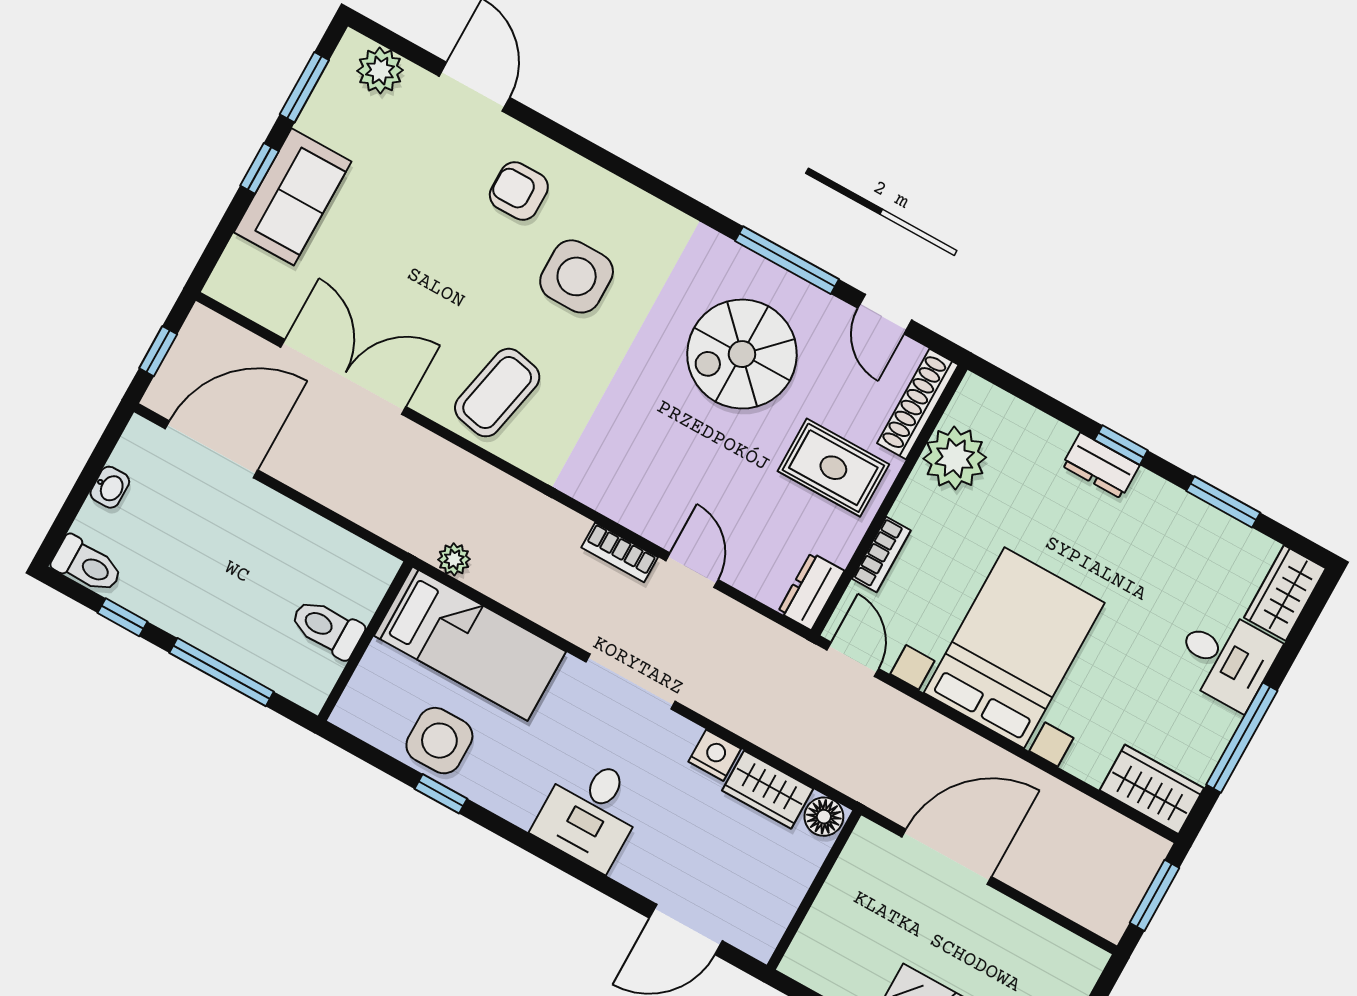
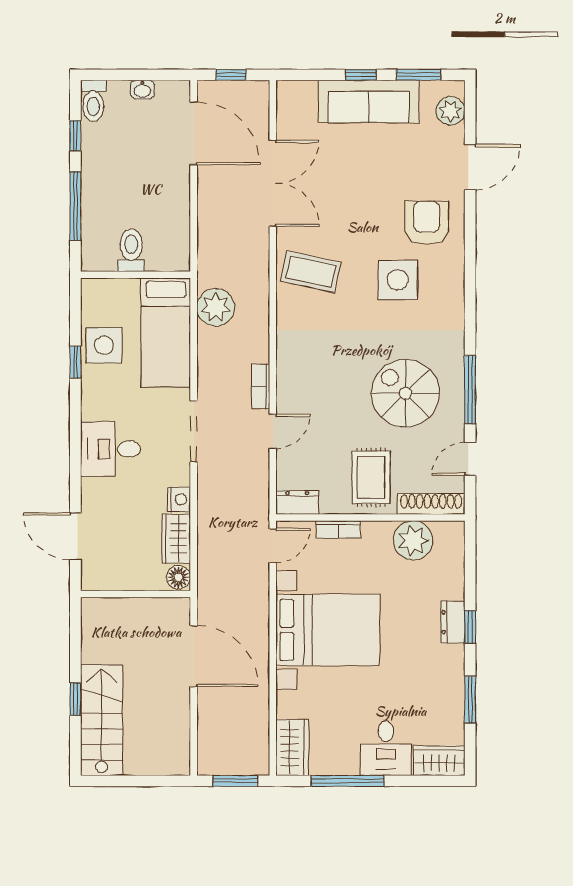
armchair: (519, 191) -> (427, 223), width x1.38, depth x1.38
sofa: (293, 197) -> (369, 101), width x1.36
plant: (454, 559) -> (216, 307), width x1.88, depth x1.88

